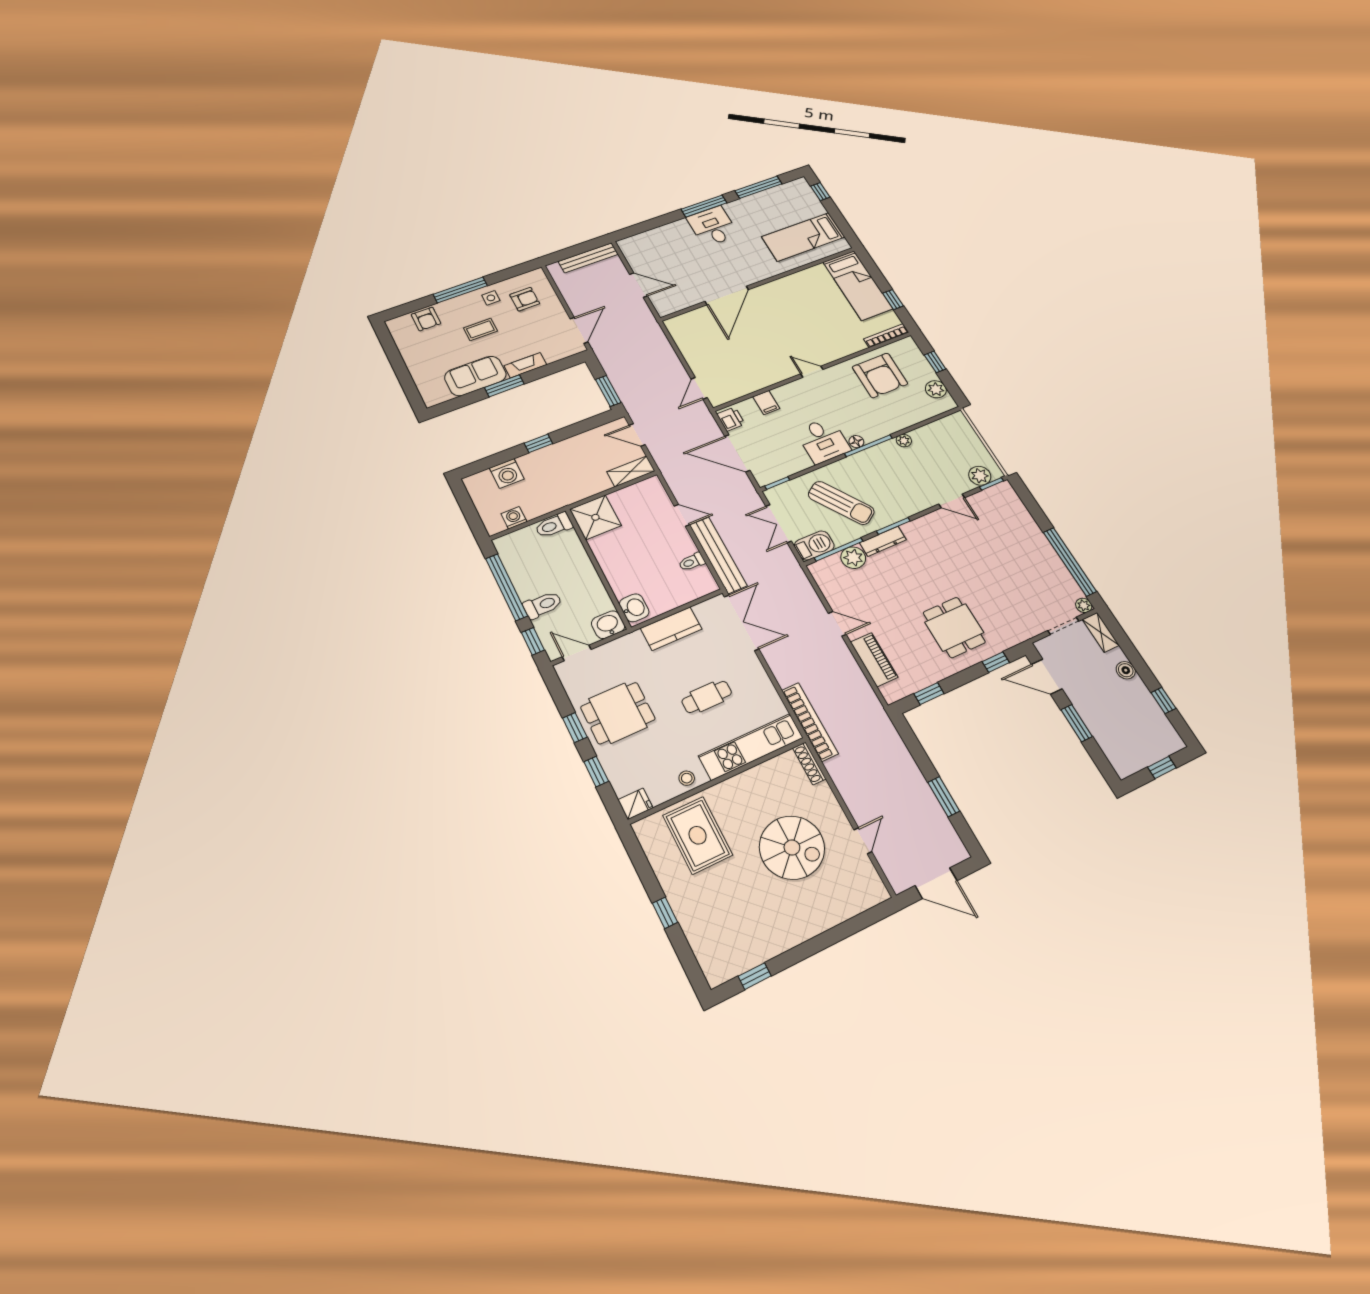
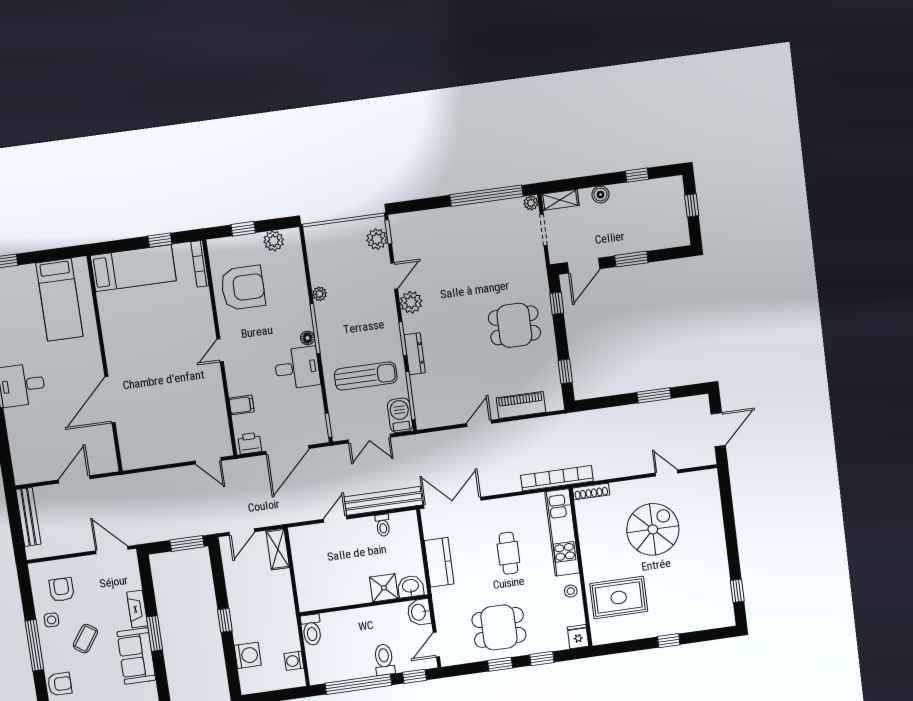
door: (727, 295) -> (110, 400), swing flipped
coffee table: (480, 329) -> (85, 639), turned 35
sun lounger: (841, 503) -> (366, 376), turned 34
shower: (595, 517) -> (384, 588), moved, width x0.73, depth x0.73
plant: (853, 558) -> (411, 302), moved
dining table: (618, 713) -> (499, 627), turned 90

